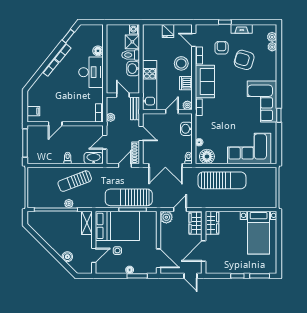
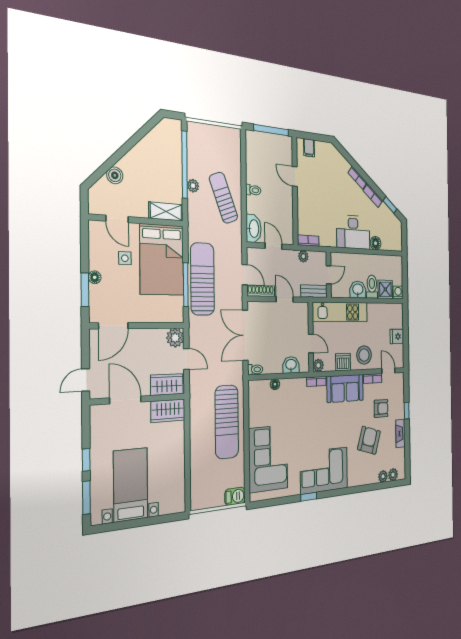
door: (194, 40) -> (388, 371), hinge flipped
door: (141, 133) -> (285, 299), swing flipped
floor lamp: (207, 157) -> (257, 397), removed
barbecue: (271, 175) -> (235, 496), added
bed with nightstands: (259, 233) -> (131, 485), moved, turned 90

